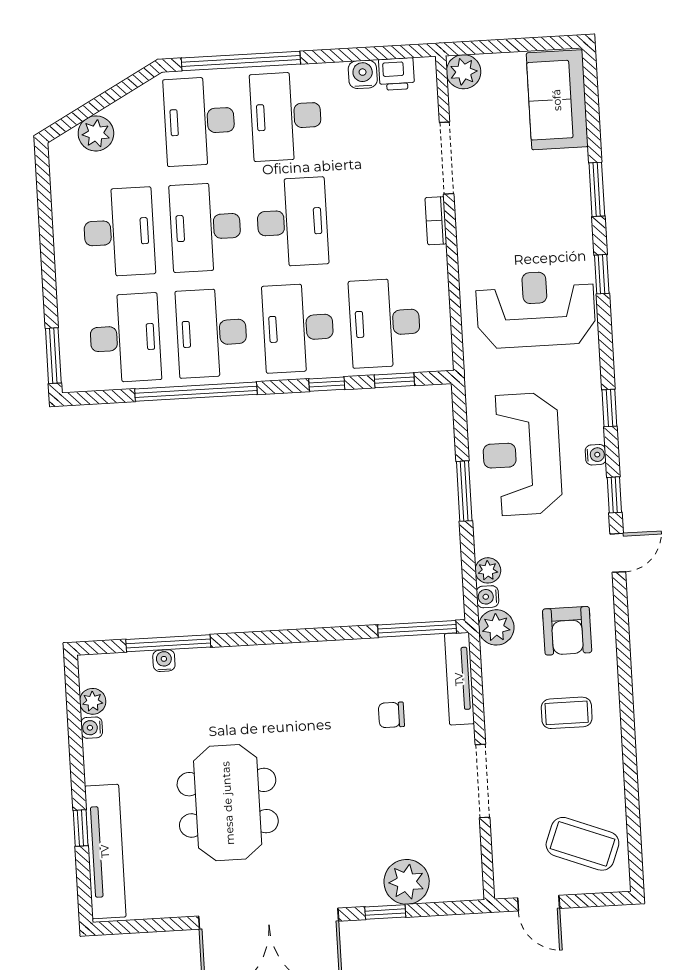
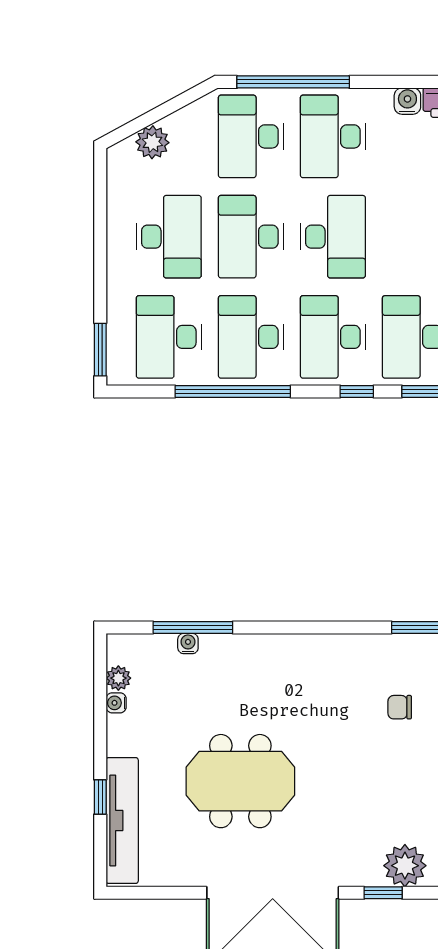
desk: (125, 338) -> (169, 337), turned 180
meeting table: (228, 803) -> (240, 781), turned 90

